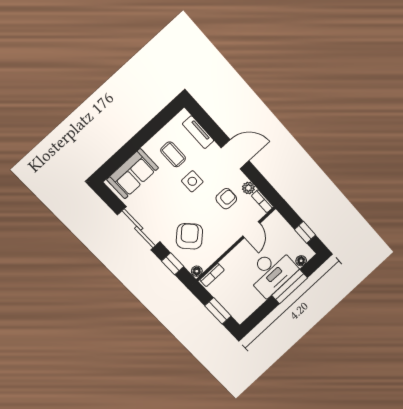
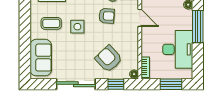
armchair: (226, 199) -> (107, 16), turned 94
desk: (272, 272) -> (178, 49), moved

